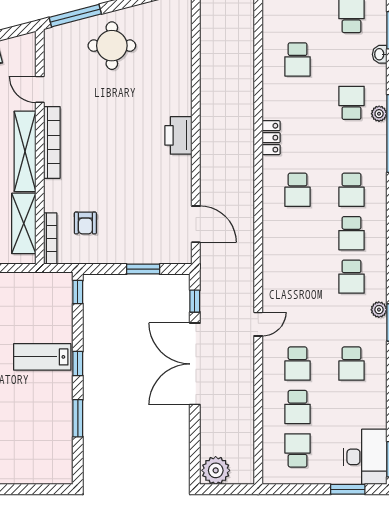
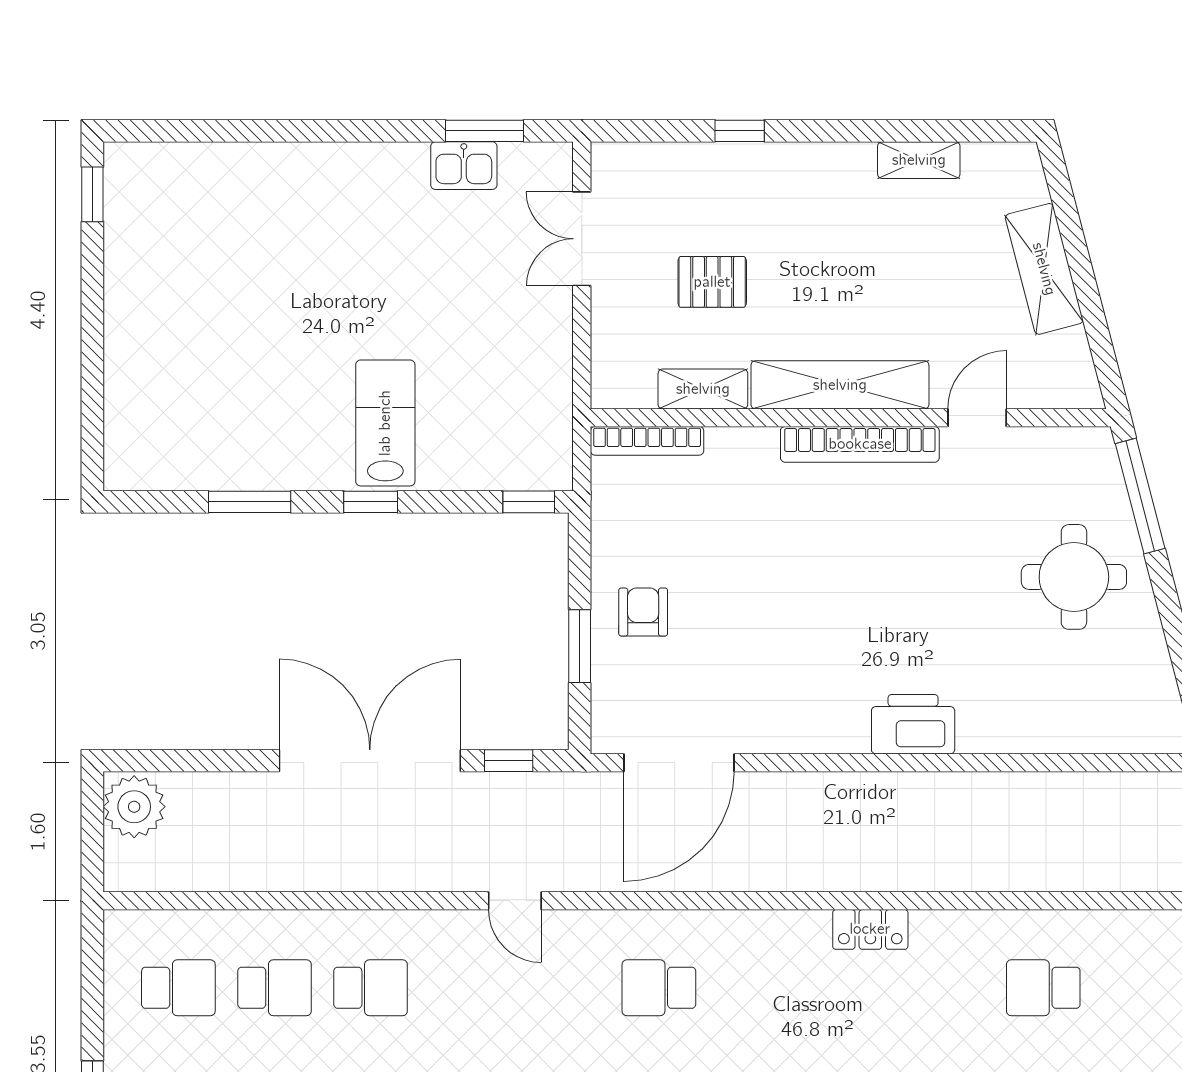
printer: (178, 135) -> (913, 724), moved
school desk: (298, 190) -> (659, 988), moved
shelving: (24, 223) -> (703, 389), width x0.67, depth x0.75
armchair: (85, 223) -> (643, 612), moved, turned 90
door: (196, 224) -> (679, 763), width x1.36
door: (258, 324) -> (515, 901), moved
school desk: (298, 364) -> (371, 988), turned 180
school desk: (298, 407) -> (274, 988), turned 180

